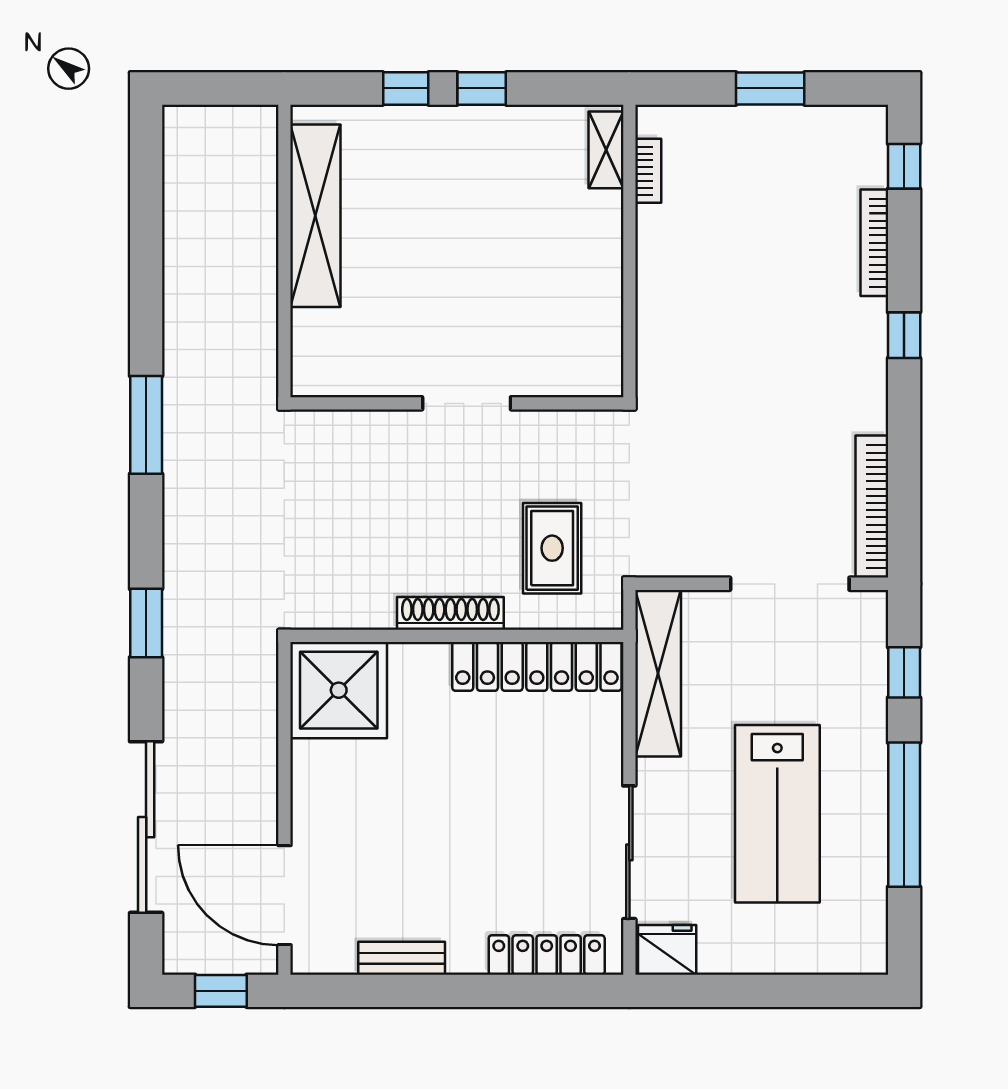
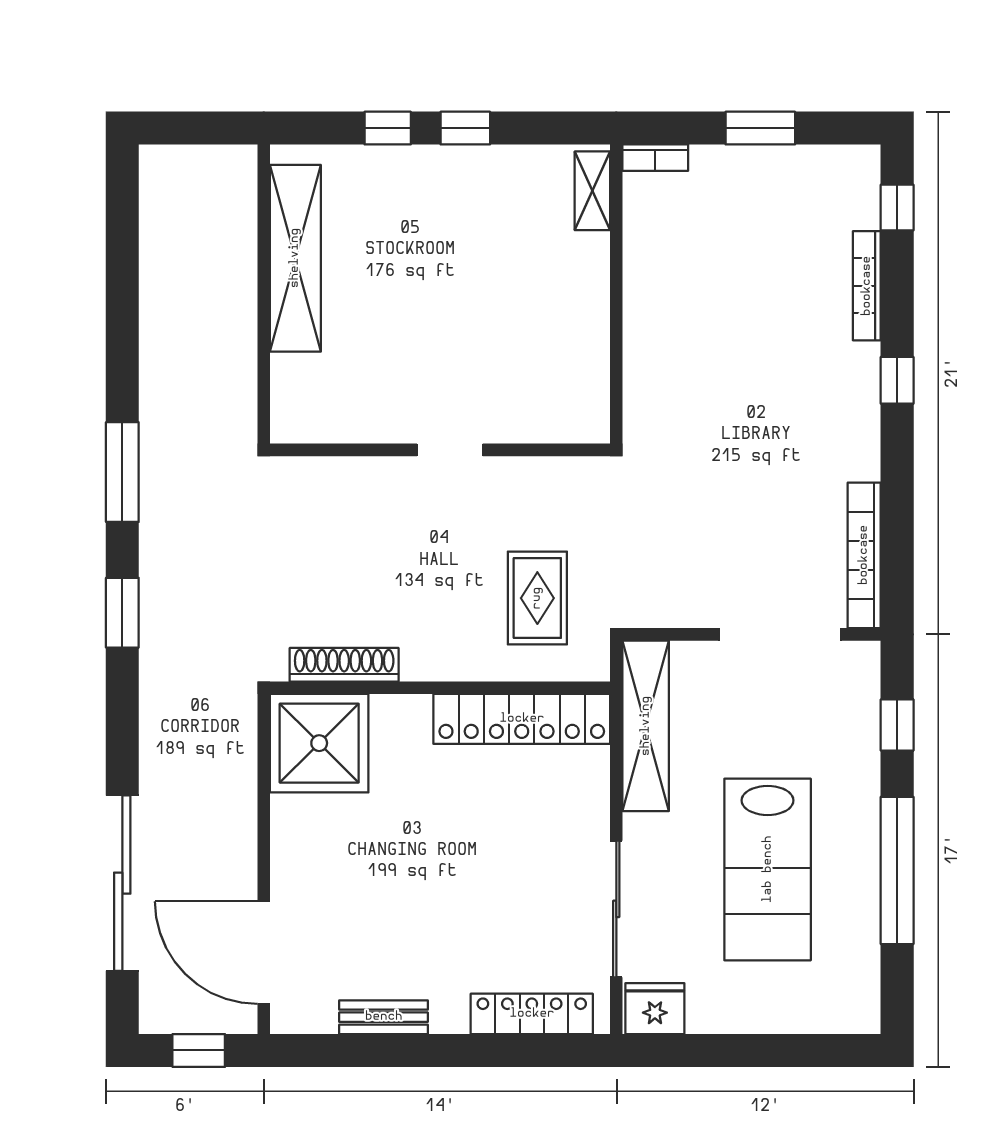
bookcase: (648, 171) -> (655, 158), moved, turned 90
doorway: (467, 403) -> (450, 450), width x0.73
shoe rack: (450, 613) -> (344, 665), moved
window: (146, 623) -> (122, 613), moved

